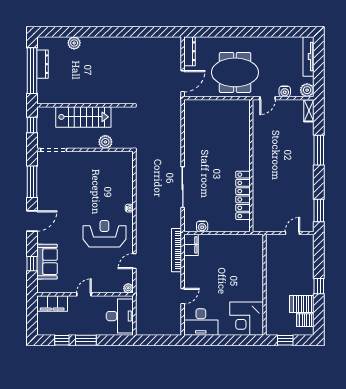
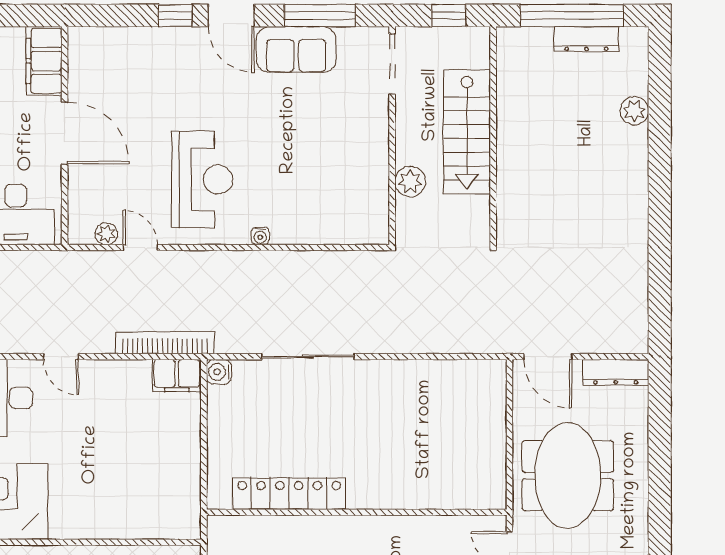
water cooler: (202, 226) -> (219, 372), moved
sofa: (47, 262) -> (296, 49), moved
window: (32, 264) -> (175, 15), moved
plant: (128, 288) -> (106, 234), moved
door: (84, 294) -> (65, 133), width x1.88

